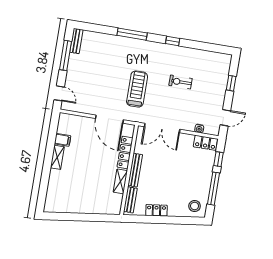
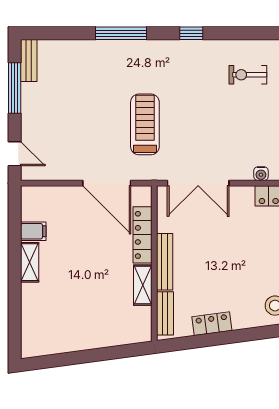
exercise bike: (181, 82) -> (248, 75), moved

